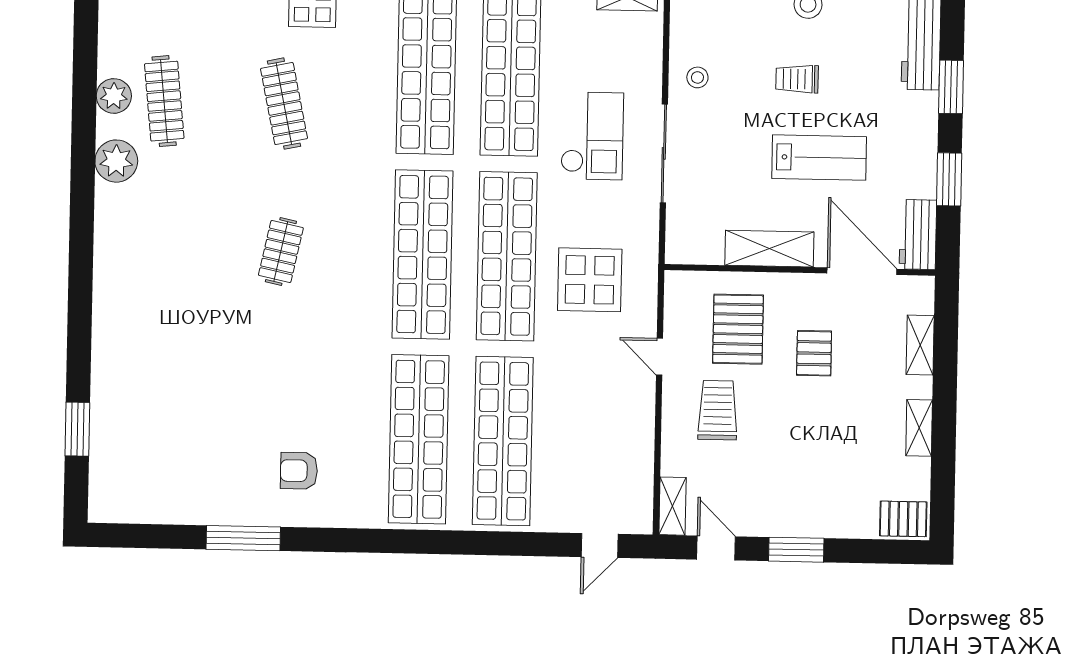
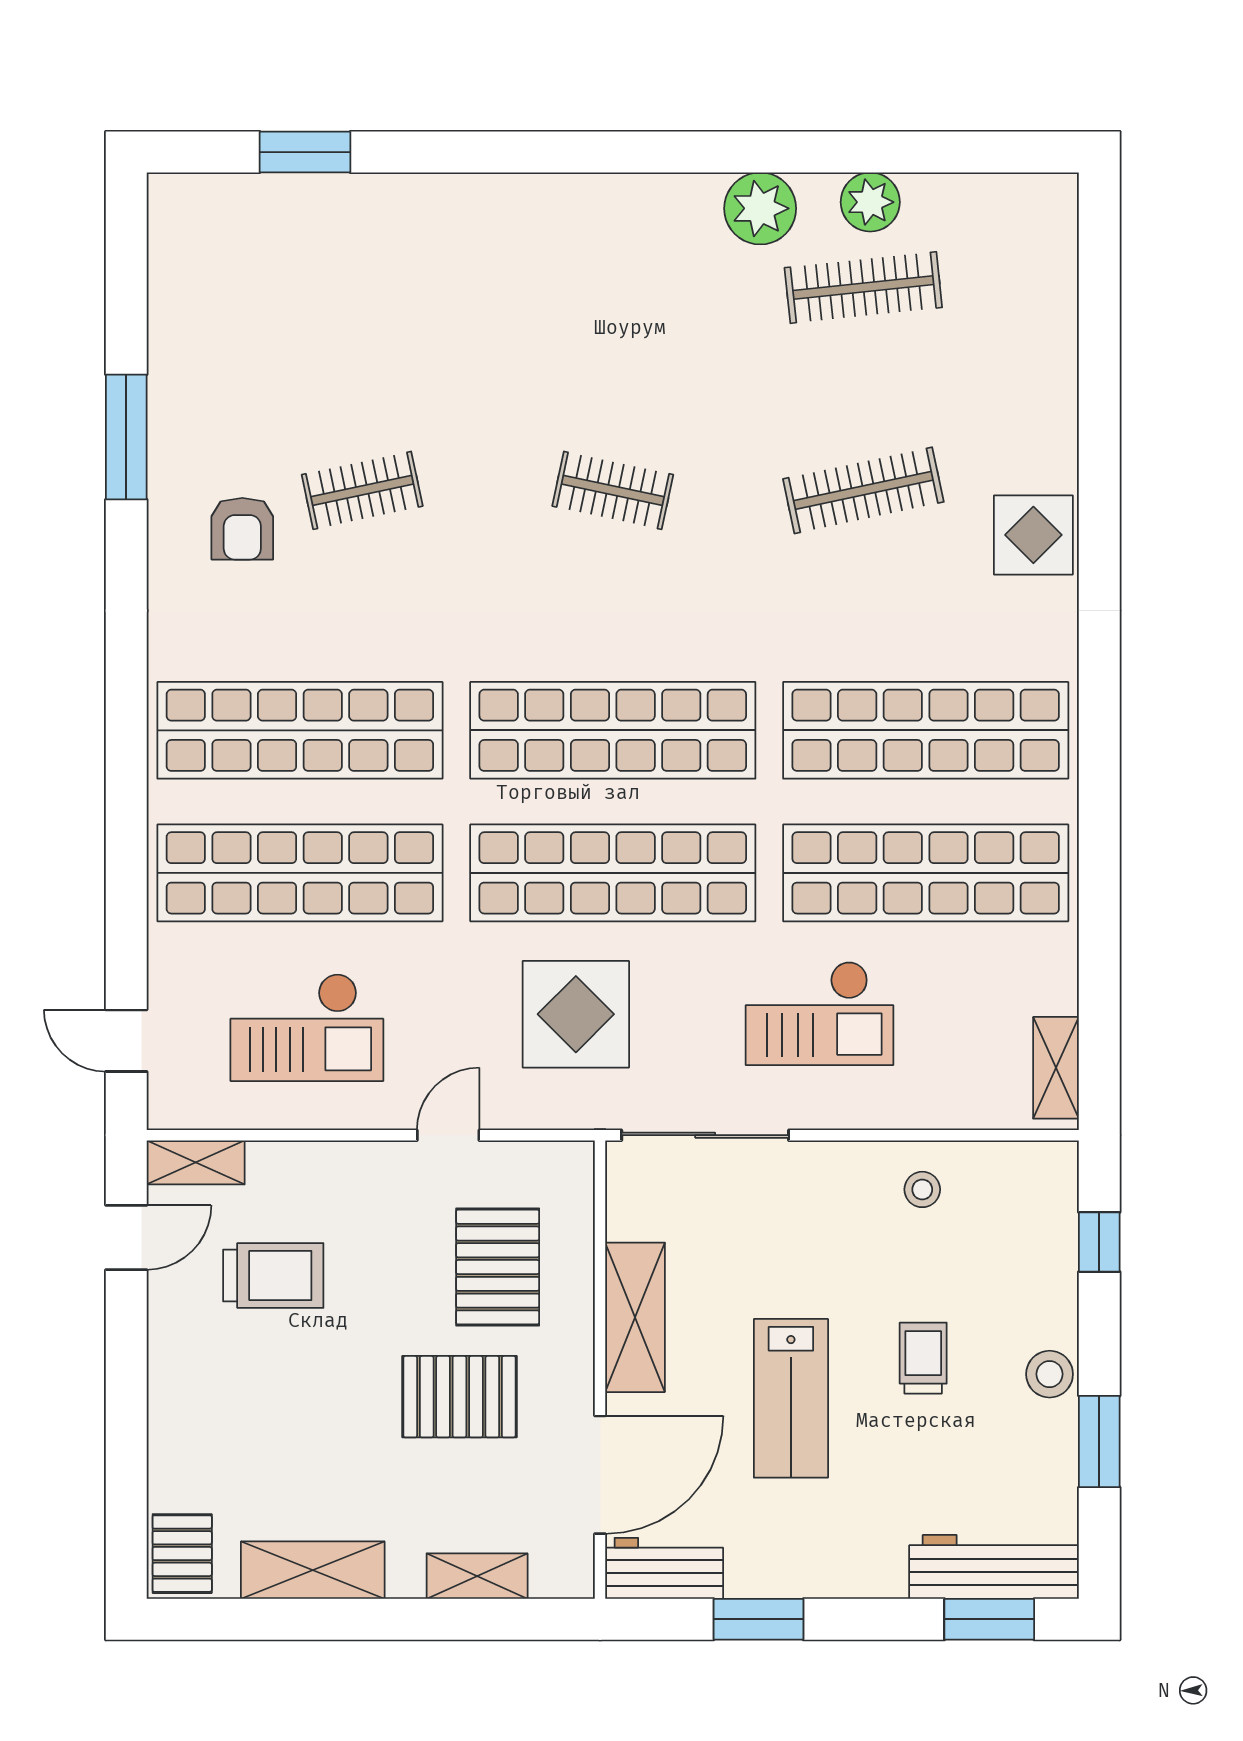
window: (951, 87) -> (989, 1619), moved
sliding door: (664, 153) -> (705, 1135), moved
pallet: (738, 329) -> (498, 1267), turned 90
pallet: (814, 353) -> (459, 1397), width x1.50, depth x1.42
clothes rail: (278, 399) -> (362, 490), added
trolley: (718, 410) -> (273, 1275), moved
shelving: (919, 428) -> (313, 1570), width x1.50, depth x1.33
checkout: (594, 439) -> (307, 1027), added
armchair: (299, 471) -> (242, 529), turned 180
window: (796, 550) -> (126, 1374), removed

